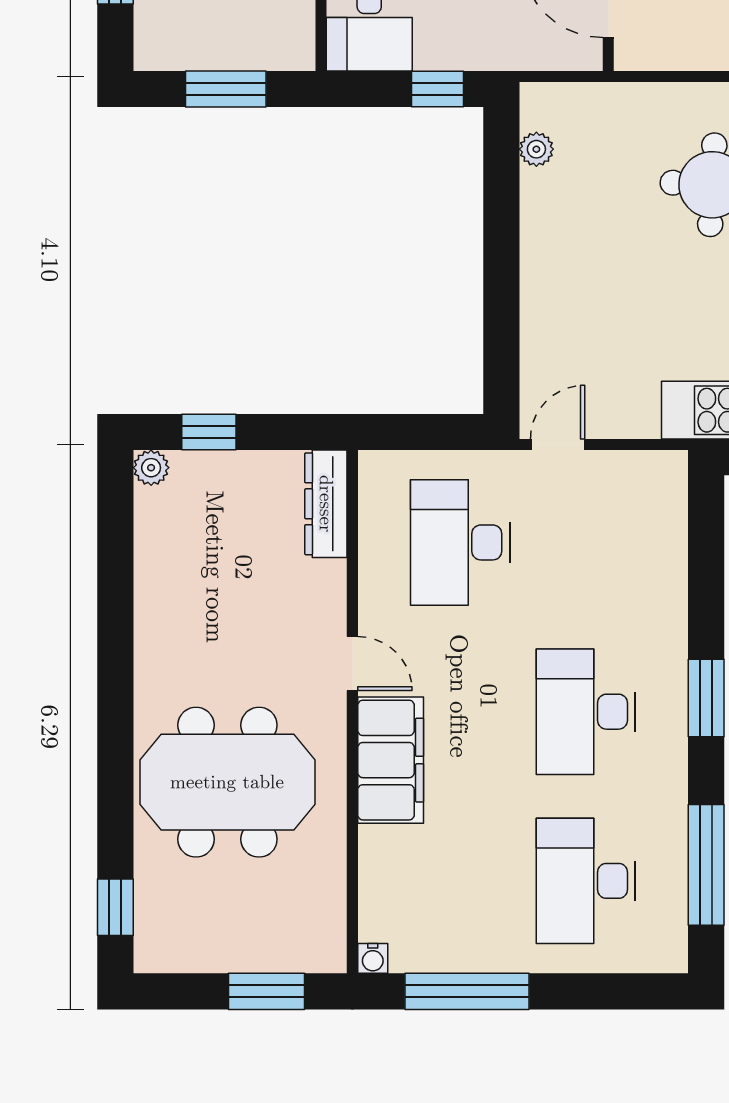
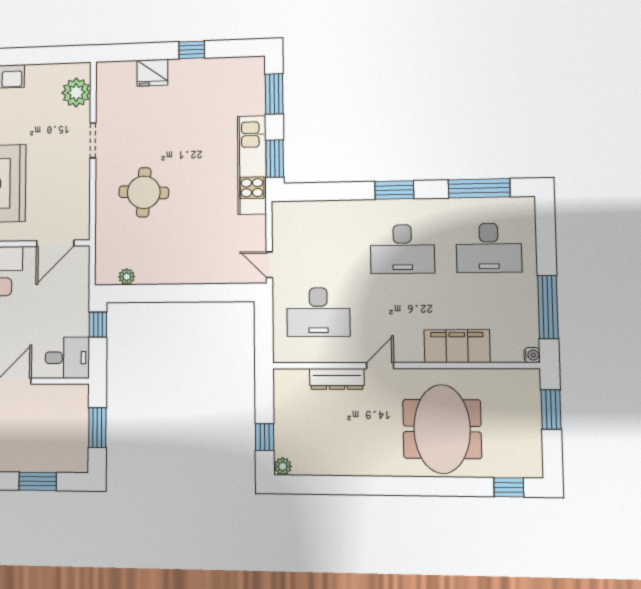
dresser: (326, 504) -> (337, 379), moved
filing cabinet: (391, 760) -> (457, 346), moved

